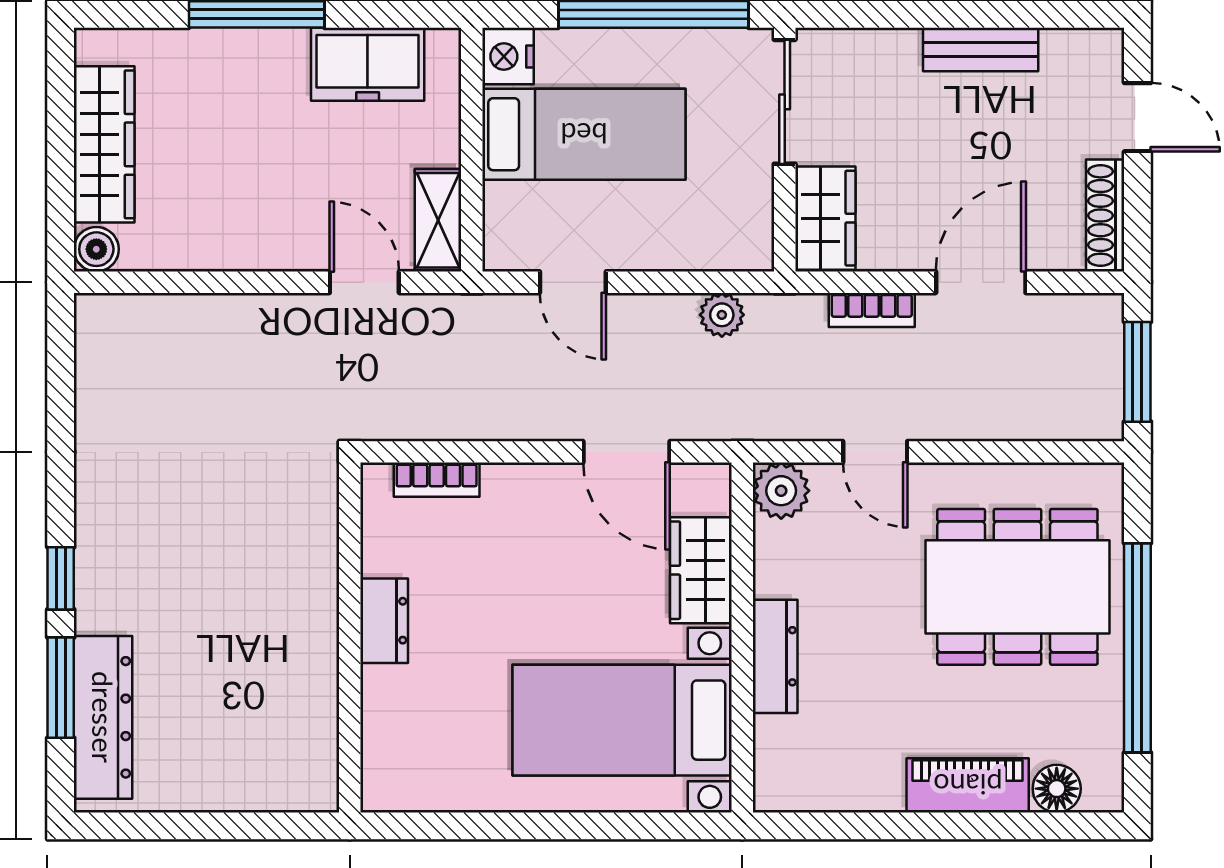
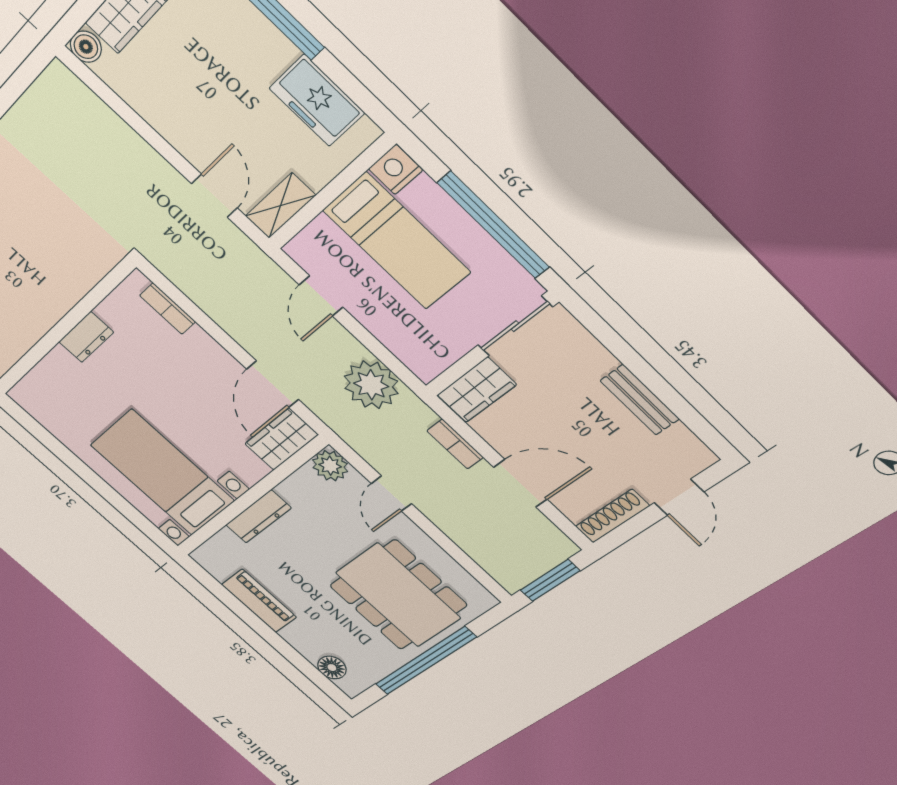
plant: (722, 315) -> (371, 385), width x1.88, depth x1.88
wardrobe: (701, 570) -> (281, 439), moved
piano: (968, 785) -> (259, 601), moved

